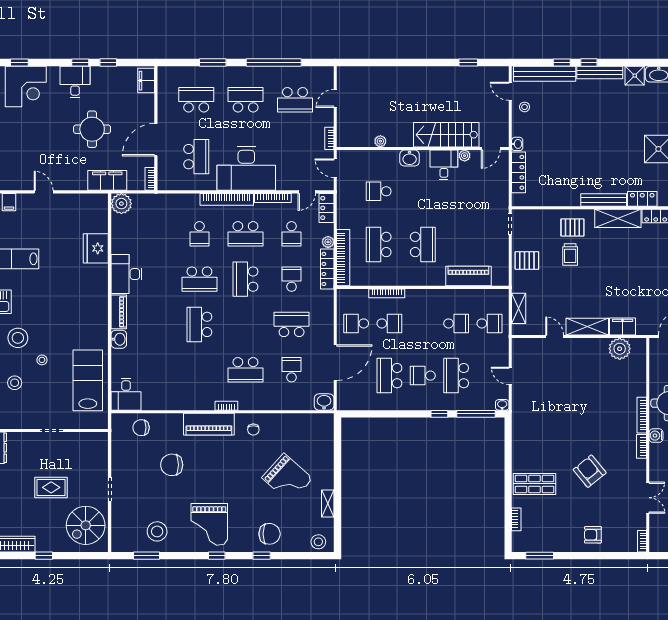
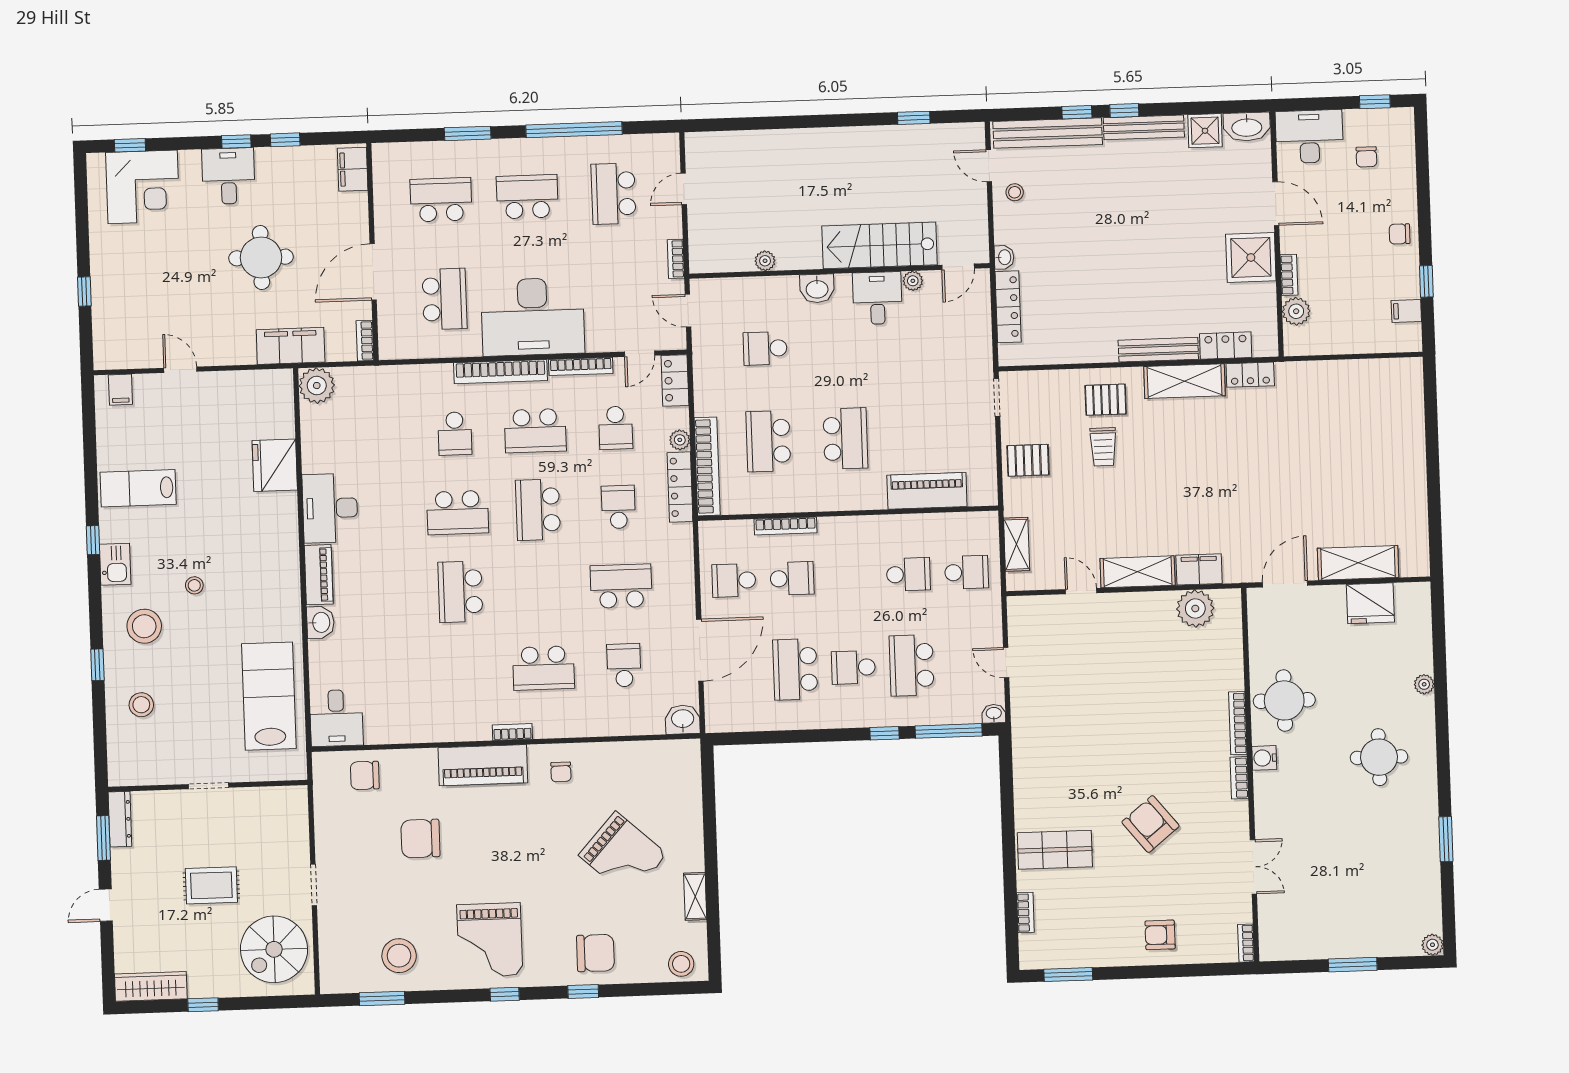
school desk: (295, 100) -> (613, 194), turned 90
stool: (42, 360) -> (194, 585), moved

